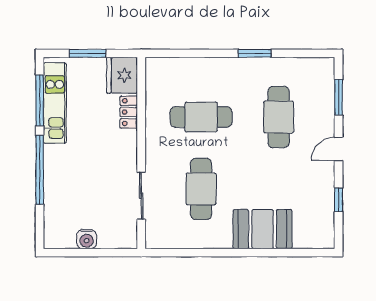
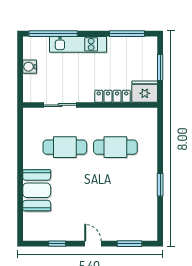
kitchen unit: (55, 103) -> (78, 44), moved
locker: (129, 112) -> (112, 96), width x1.53
cafe table: (201, 117) -> (115, 147), turned 90
cafe table: (279, 117) -> (115, 202), removed
window: (40, 170) -> (53, 34), moved

